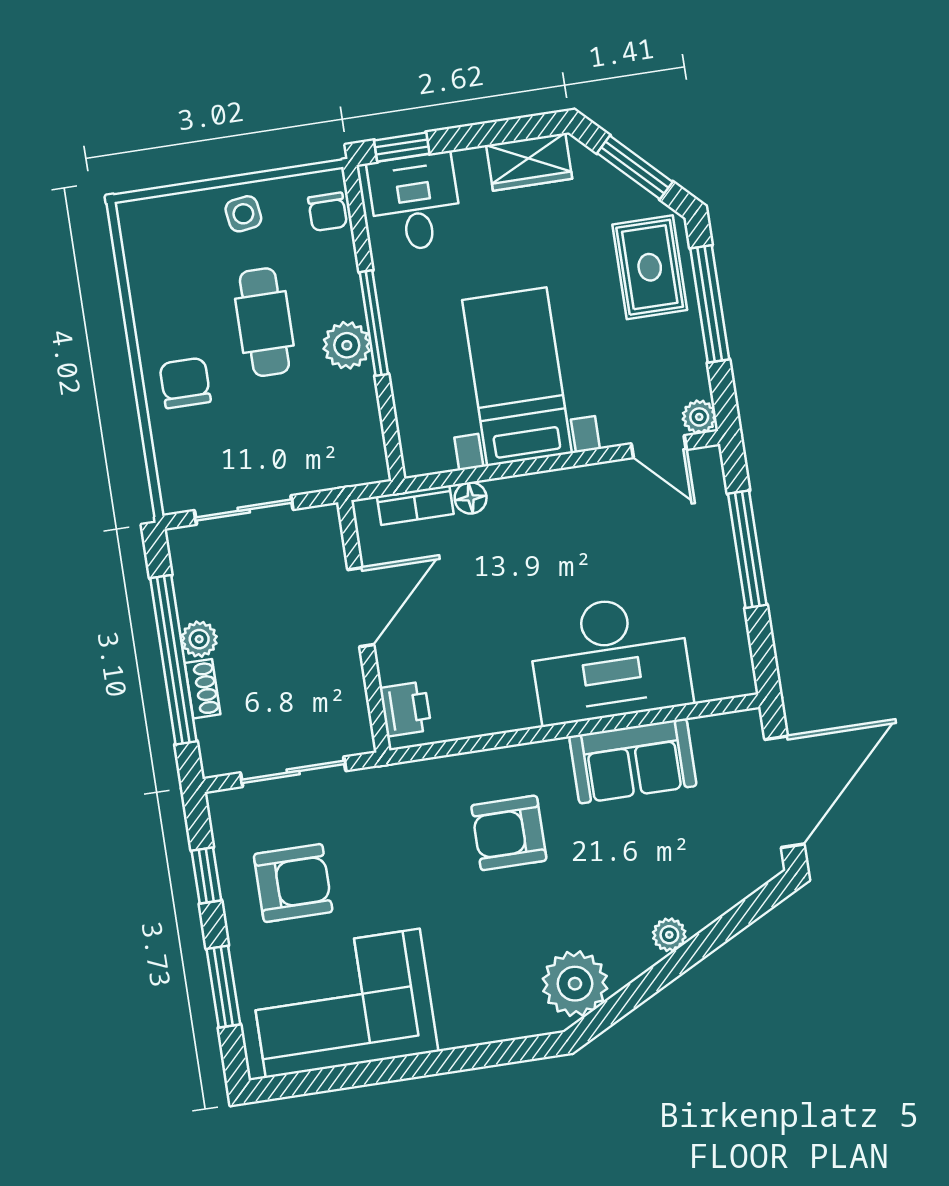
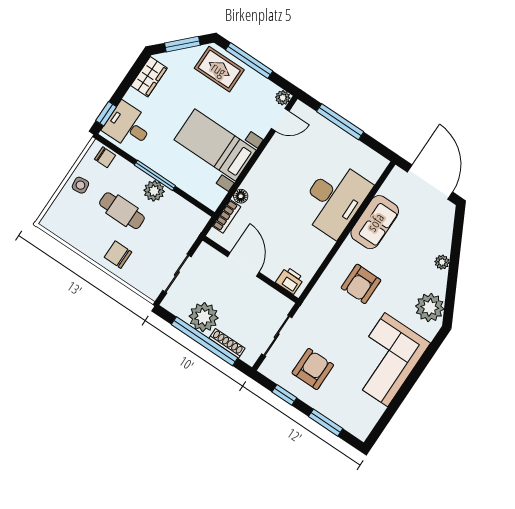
plant: (199, 639) -> (204, 317), width x1.88, depth x1.88
shoe rack: (203, 689) -> (227, 343), width x1.43
corner sofa: (343, 1003) -> (386, 360), moved

